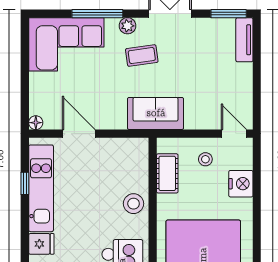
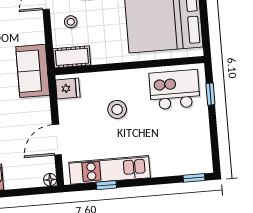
cot: (167, 173) -> (72, 57), moved
stool: (134, 204) -> (117, 109), moved
fridge: (41, 244) -> (68, 88), moved, turned 90

